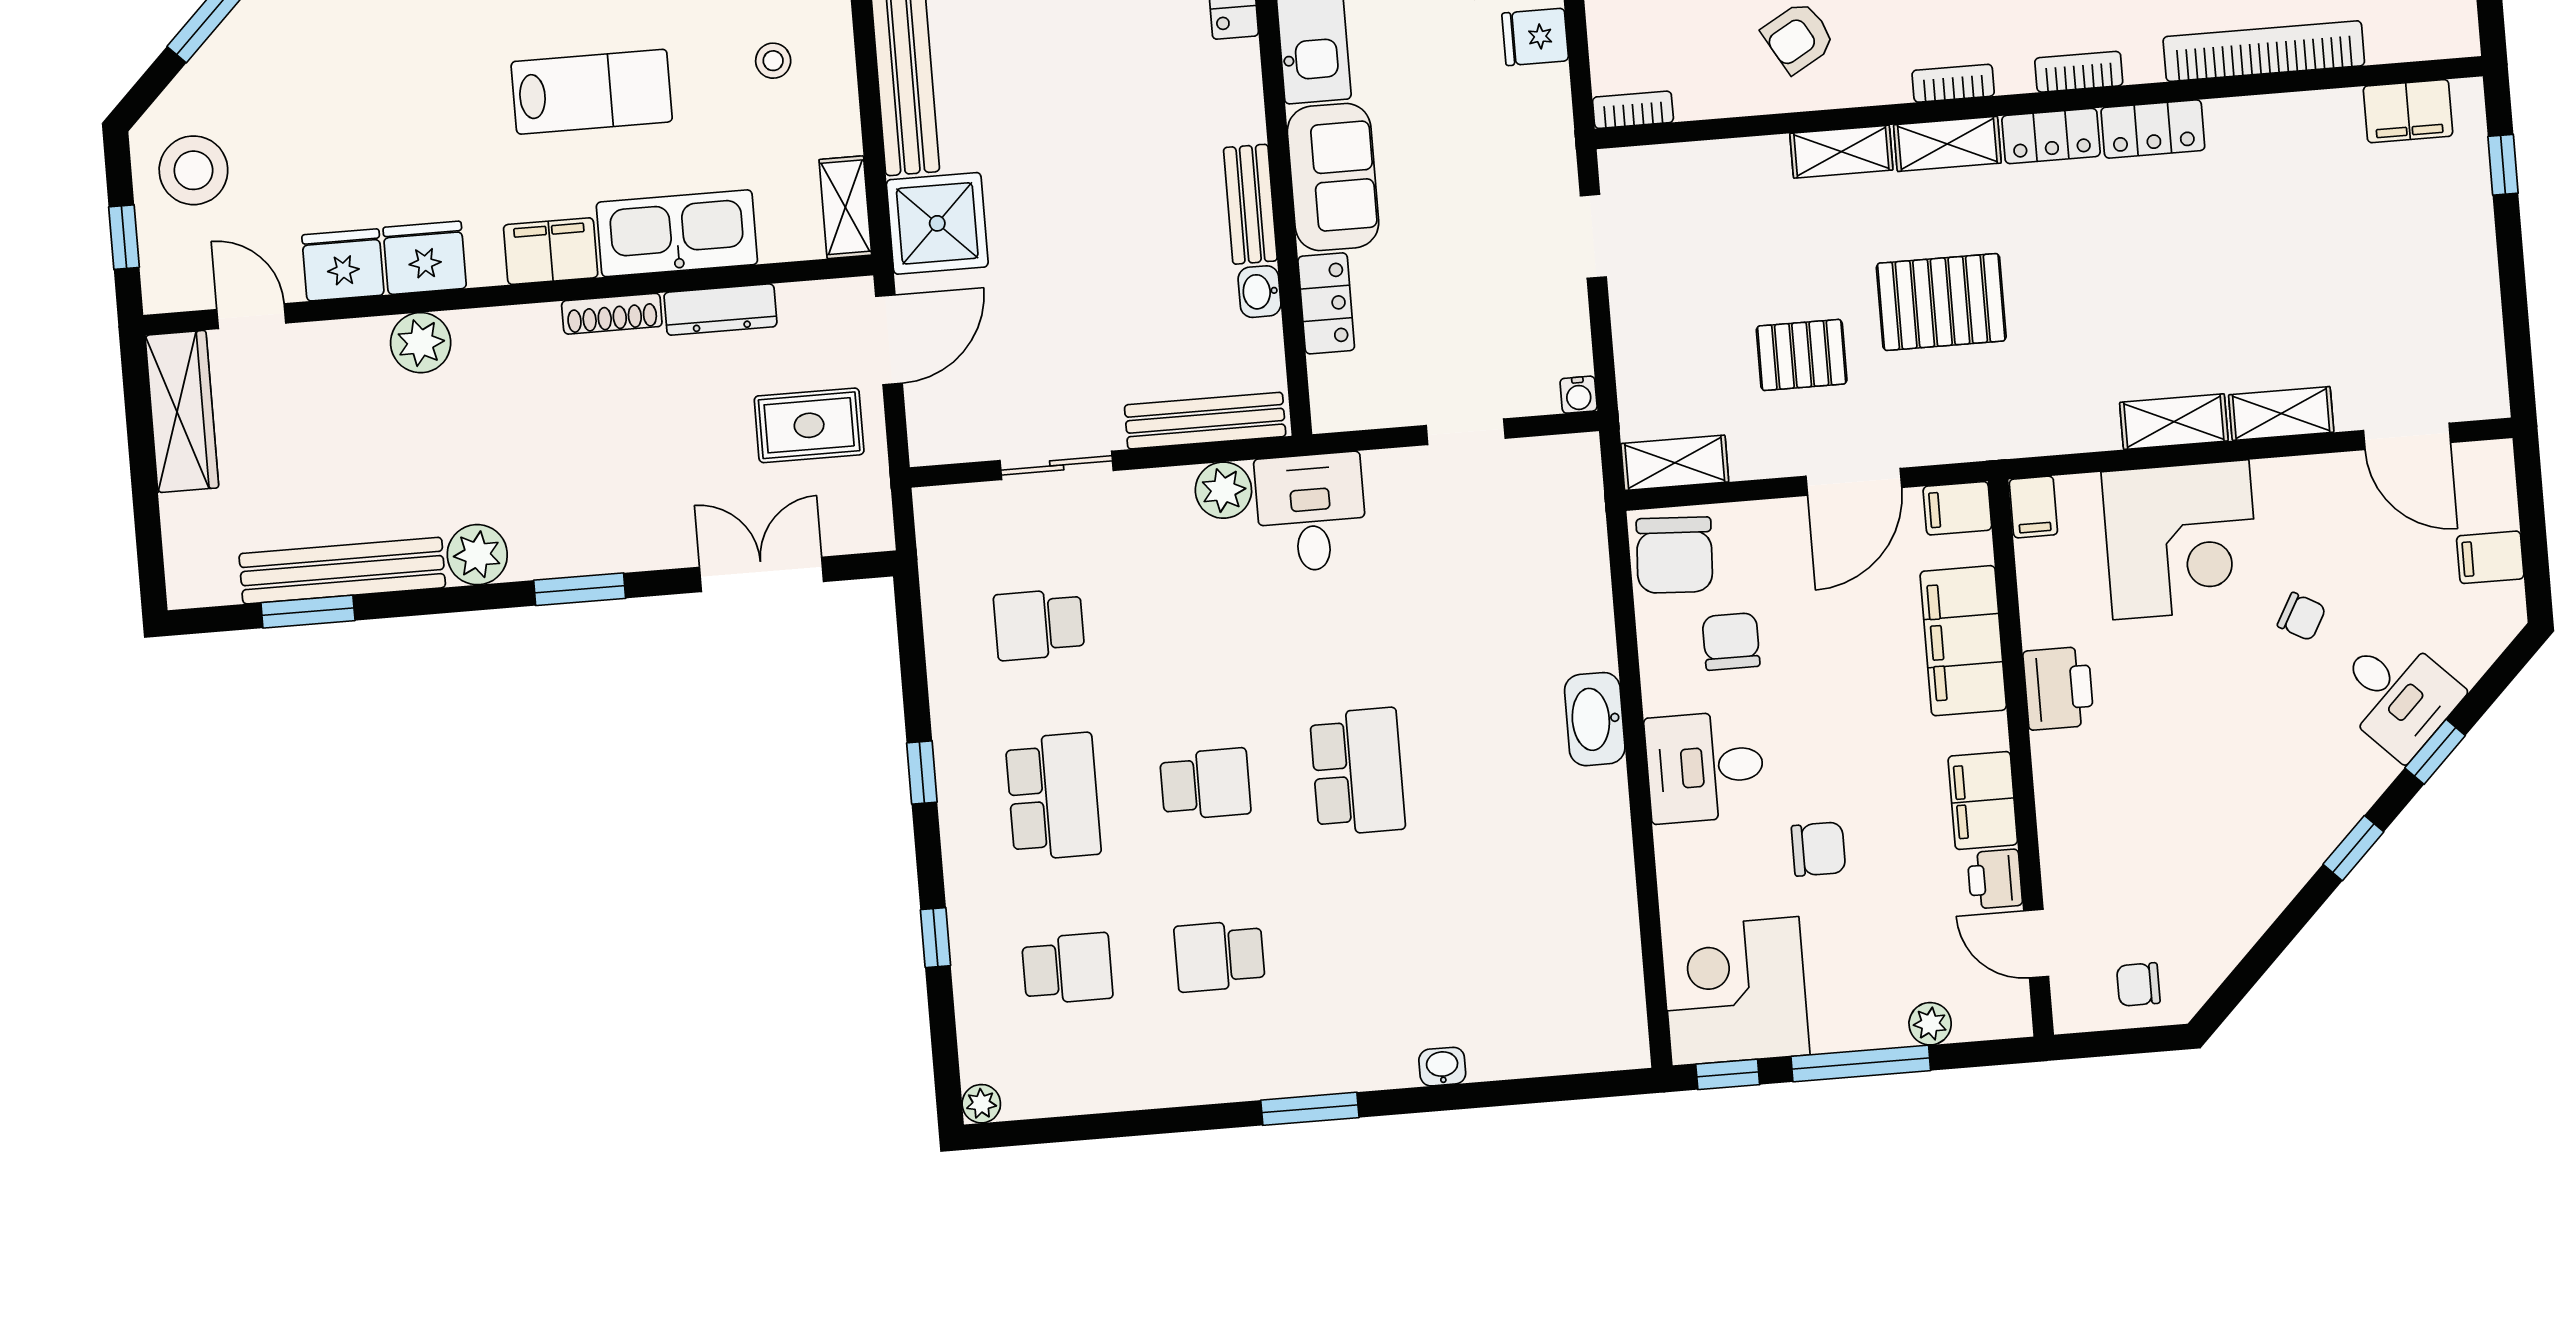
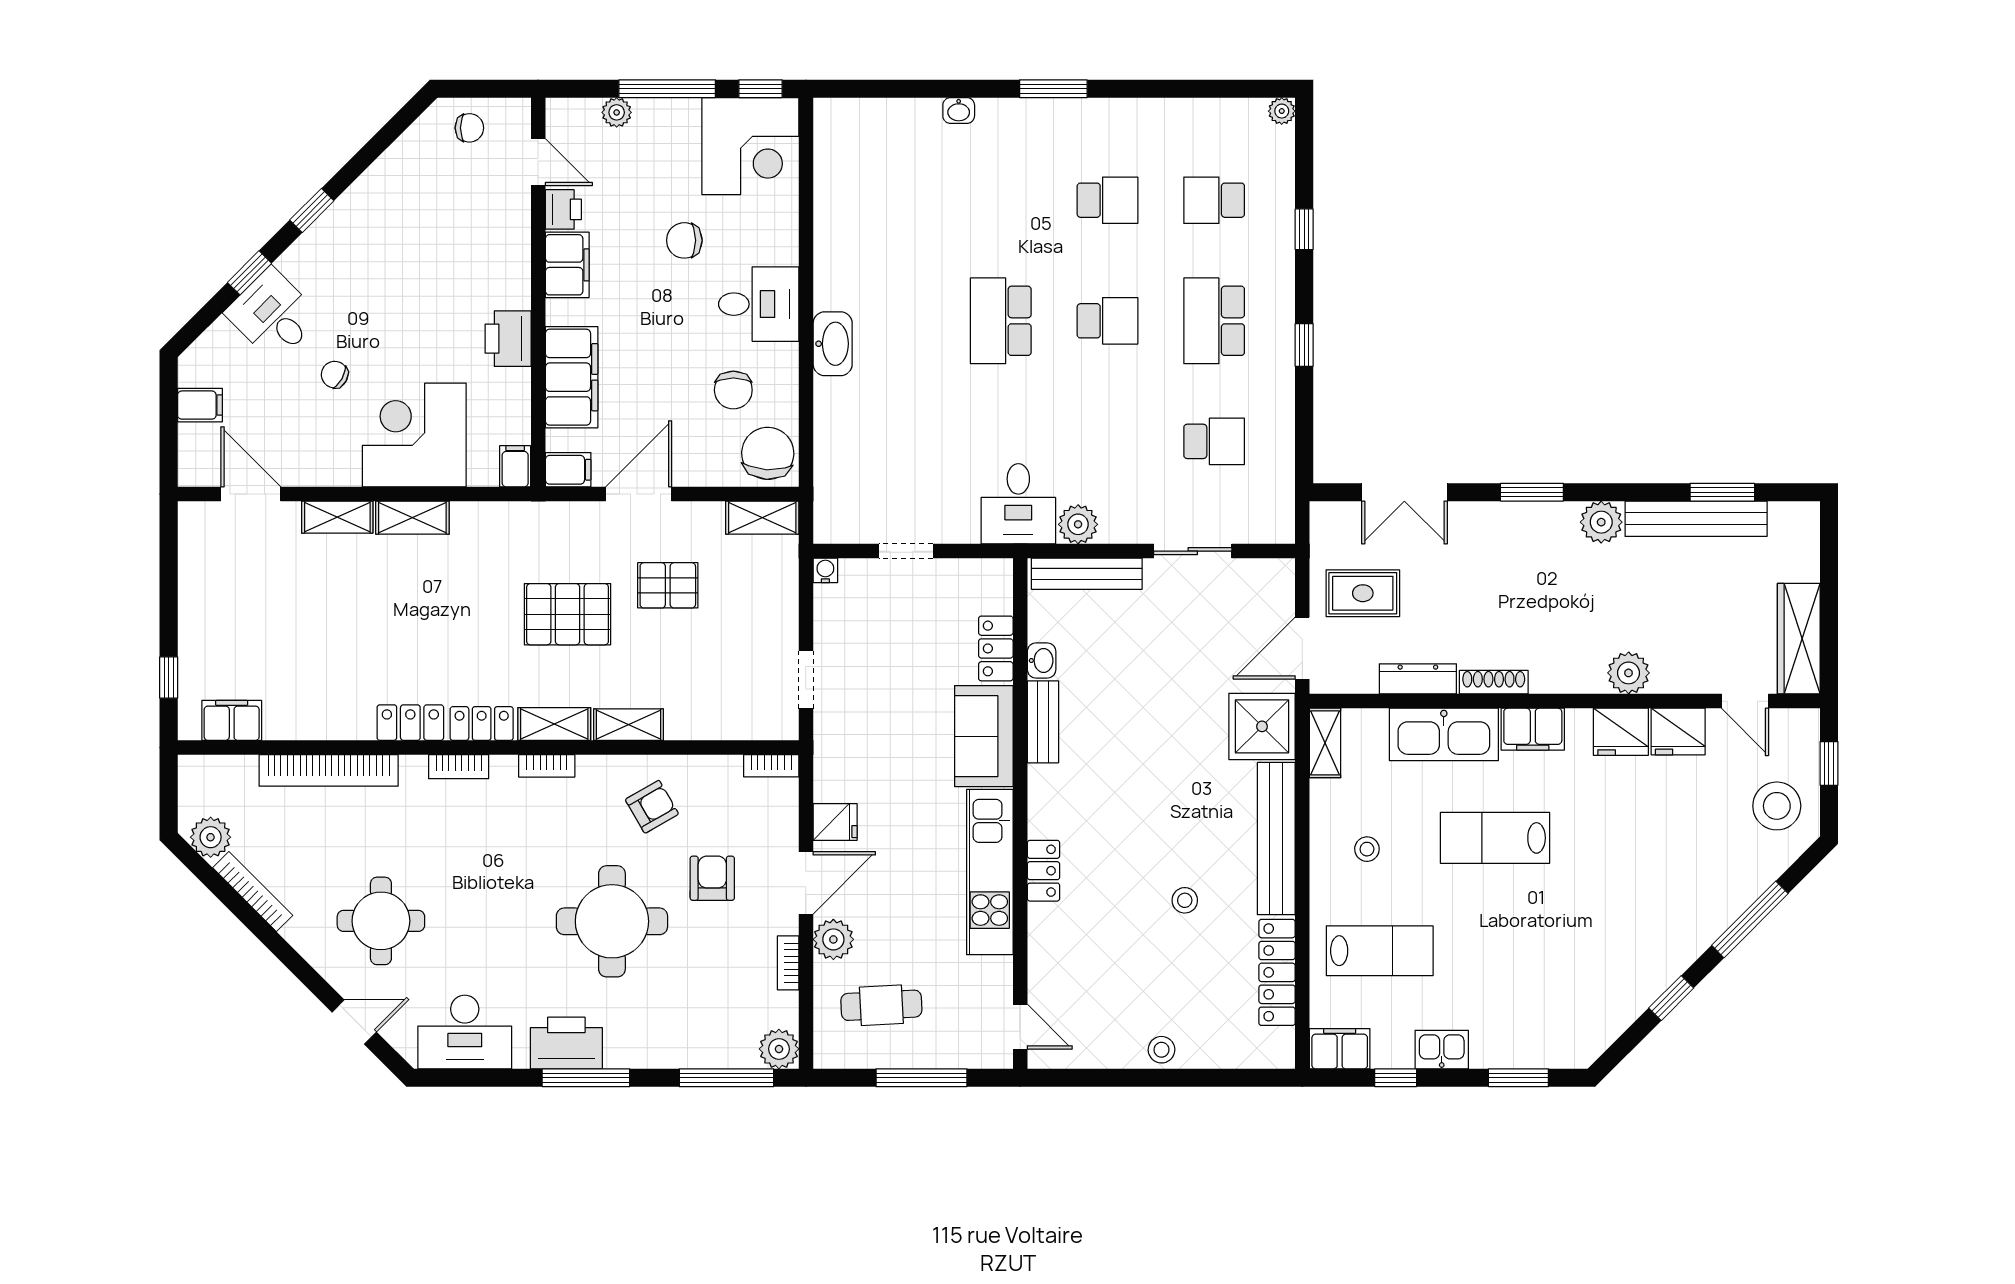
school desk: (1205, 784) -> (1107, 321), turned 180

